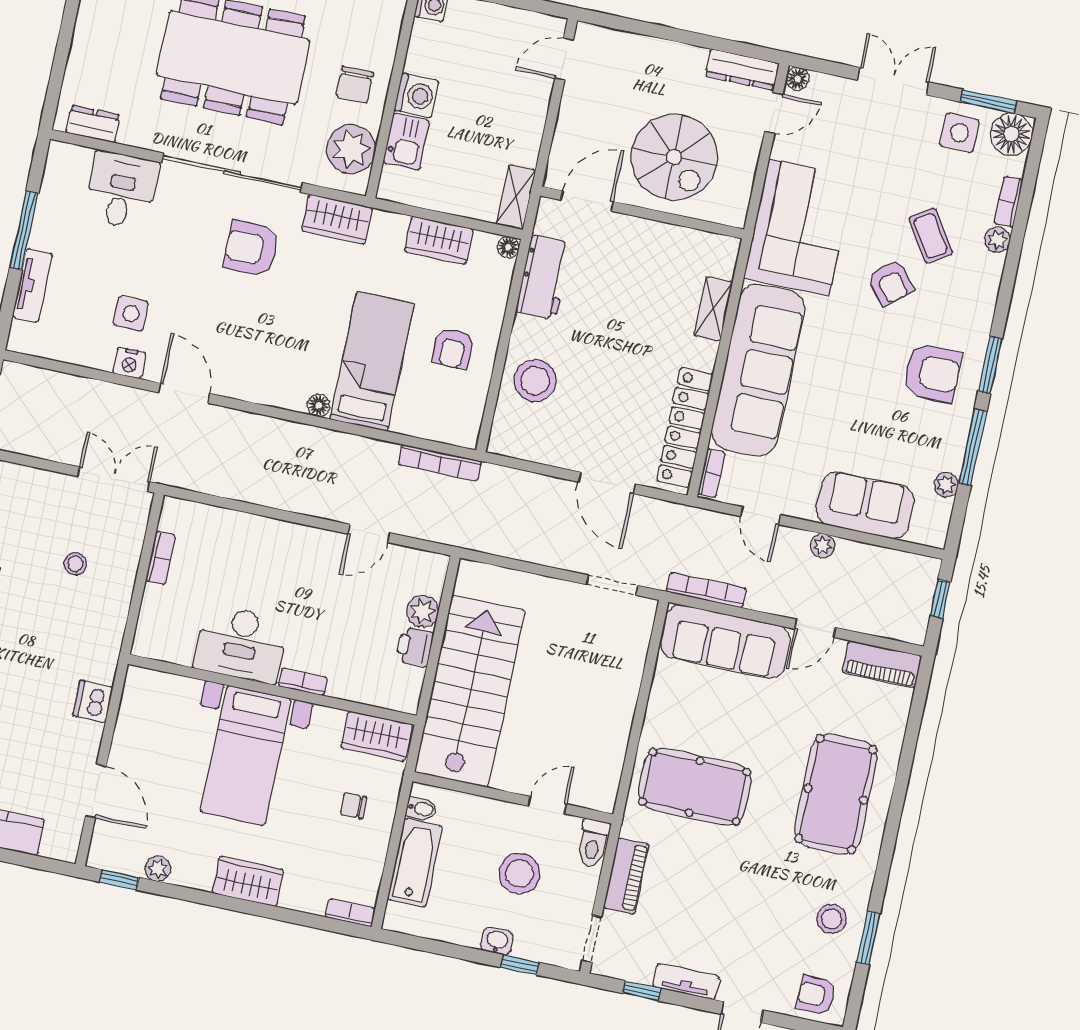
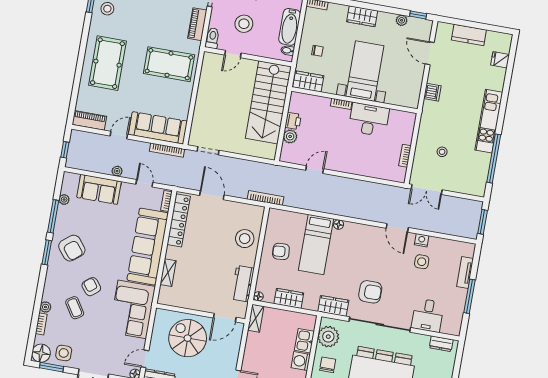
armchair: (453, 348) -> (281, 251), turned -94
armchair: (932, 373) -> (72, 248), turned -129
bookcase: (440, 463) -> (265, 198), moved

